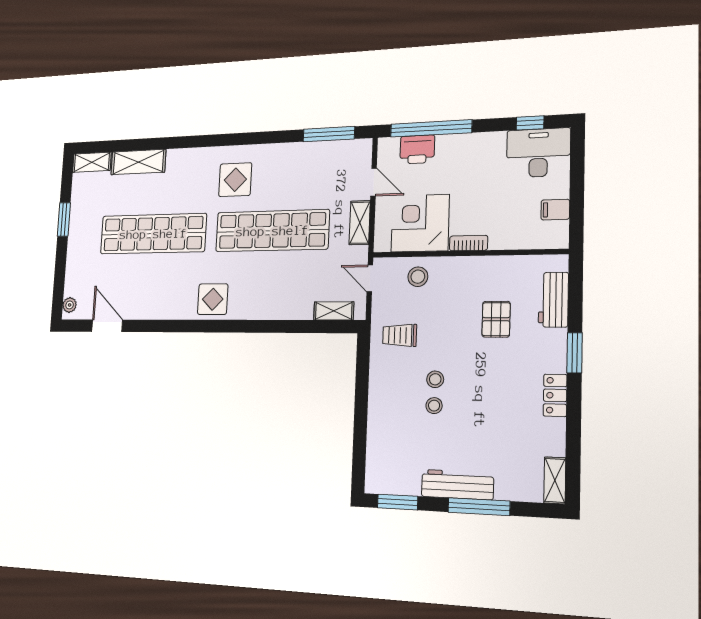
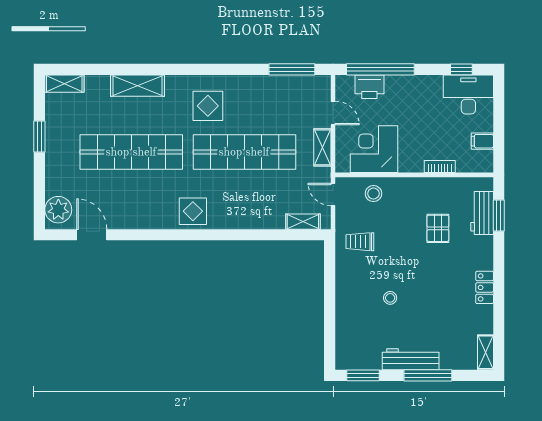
shelving: (138, 162) -> (138, 86), moved
bookcase: (469, 243) -> (440, 167), moved
plant: (70, 305) -> (58, 210), width x1.88, depth x1.88
window: (575, 353) -> (499, 216), moved
stool: (435, 379) -> (390, 277), removed

